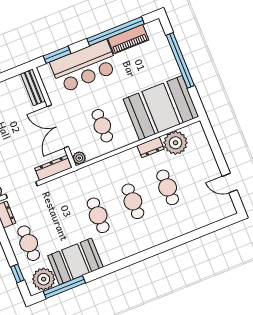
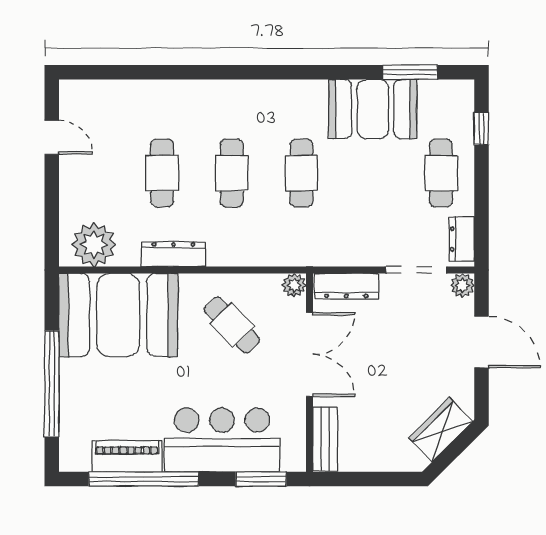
cafe table: (102, 126) -> (232, 325), turned -44
plant: (176, 143) -> (94, 245), moved
dresser: (150, 147) -> (173, 254), width x1.44
plant: (44, 279) -> (440, 100), removed
window: (64, 287) -> (410, 72), width x0.69

